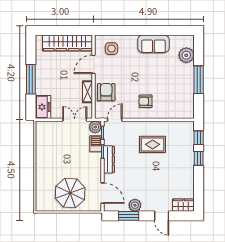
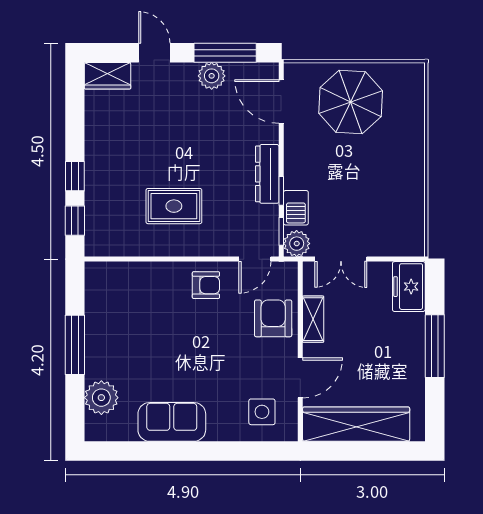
armchair: (106, 92) -> (273, 318), turned 180
armchair: (146, 101) -> (206, 285), moved
window: (129, 216) -> (225, 53), width x1.44

